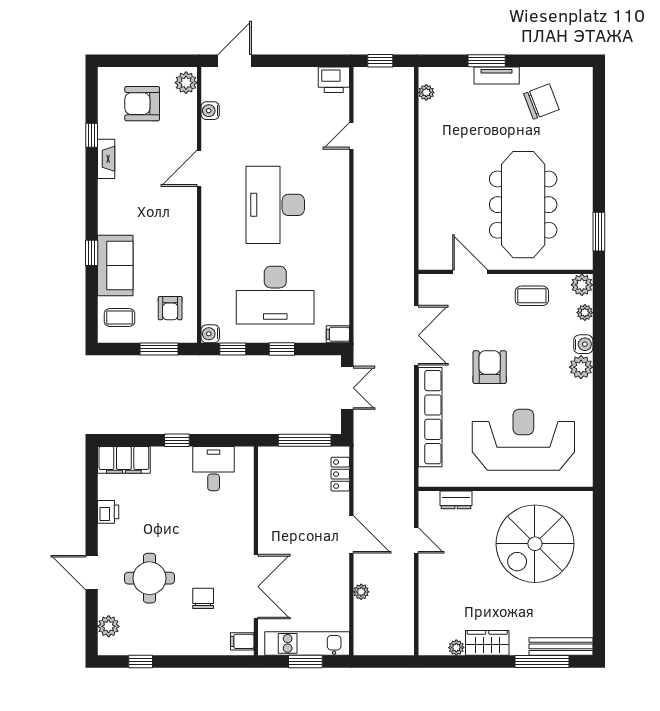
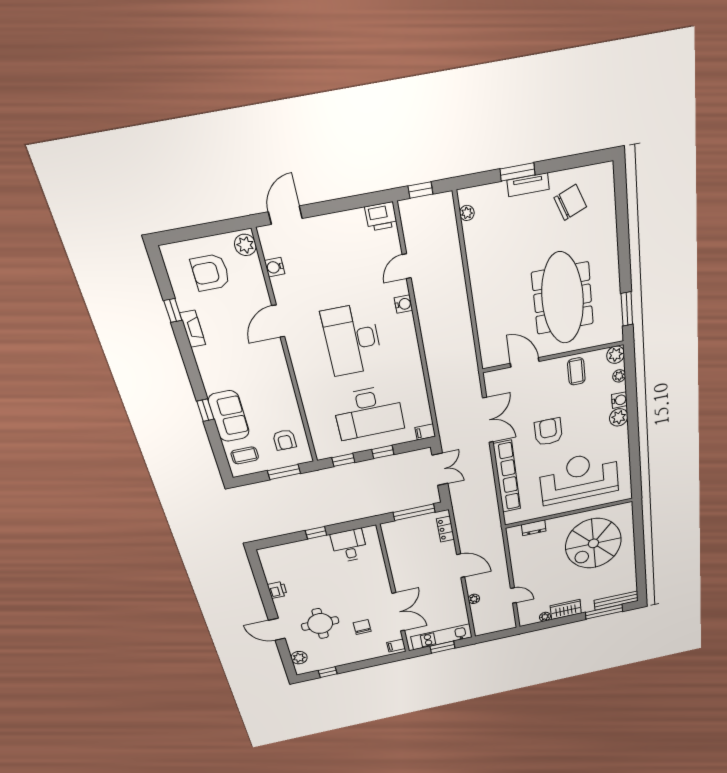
coffee table: (532, 296) -> (576, 371), turned 90
water cooler: (210, 334) -> (403, 304), moved, turned 180
filing cabinet: (124, 460) -> (279, 554), removed
door: (416, 540) -> (513, 595), moved

